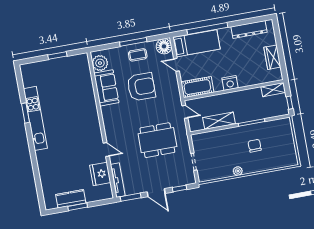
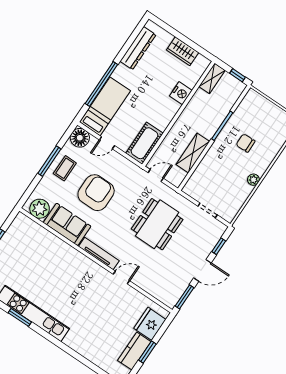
nightstand: (230, 83) -> (181, 93), moved
fridge: (100, 174) -> (150, 324), moved, turned 90
tv unit: (118, 180) -> (99, 254), moved

